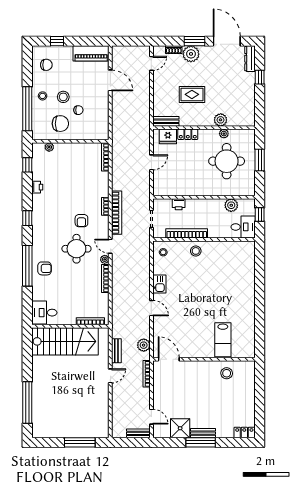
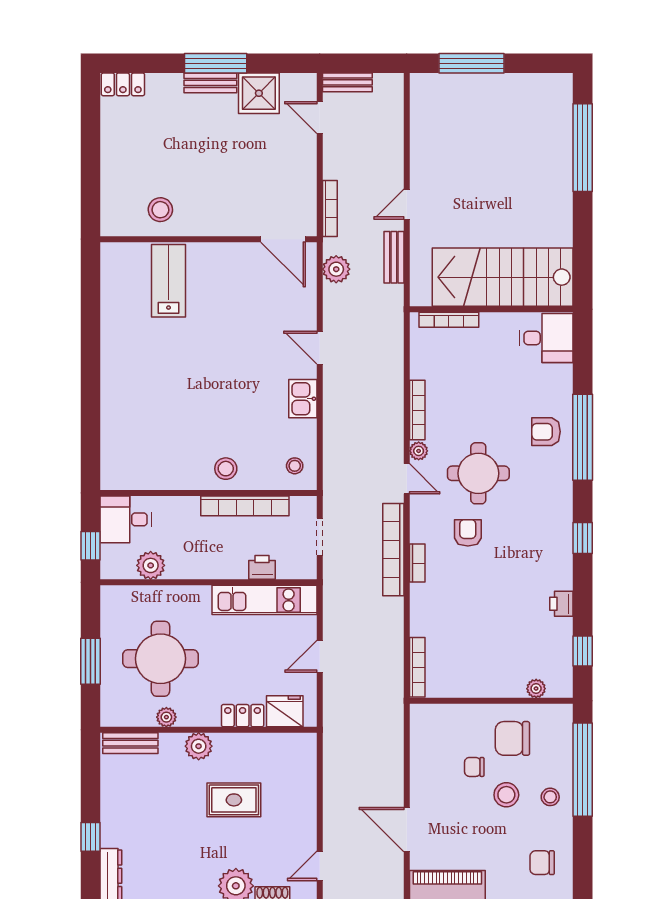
plant: (221, 120) -> (199, 746), moved
bench: (166, 121) -> (130, 743), moved
kitchen unit: (177, 189) -> (264, 600), added

